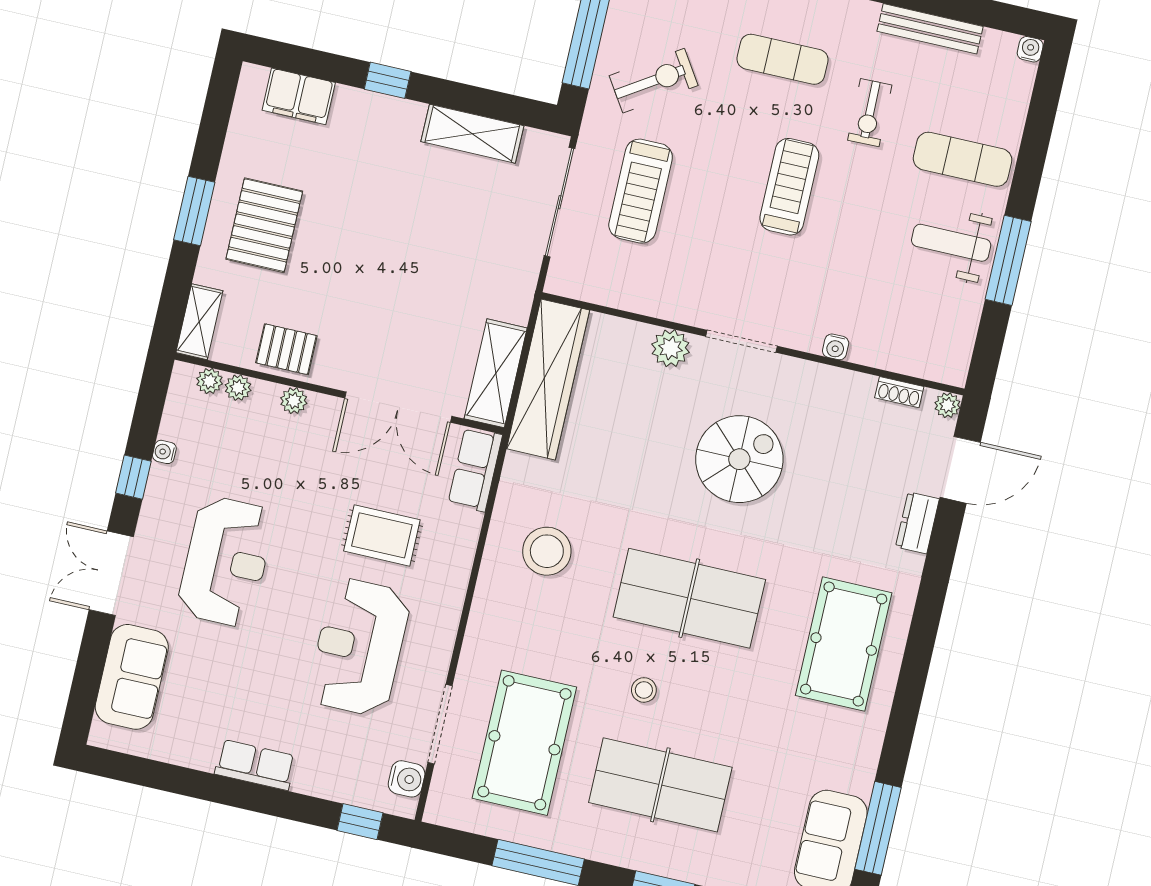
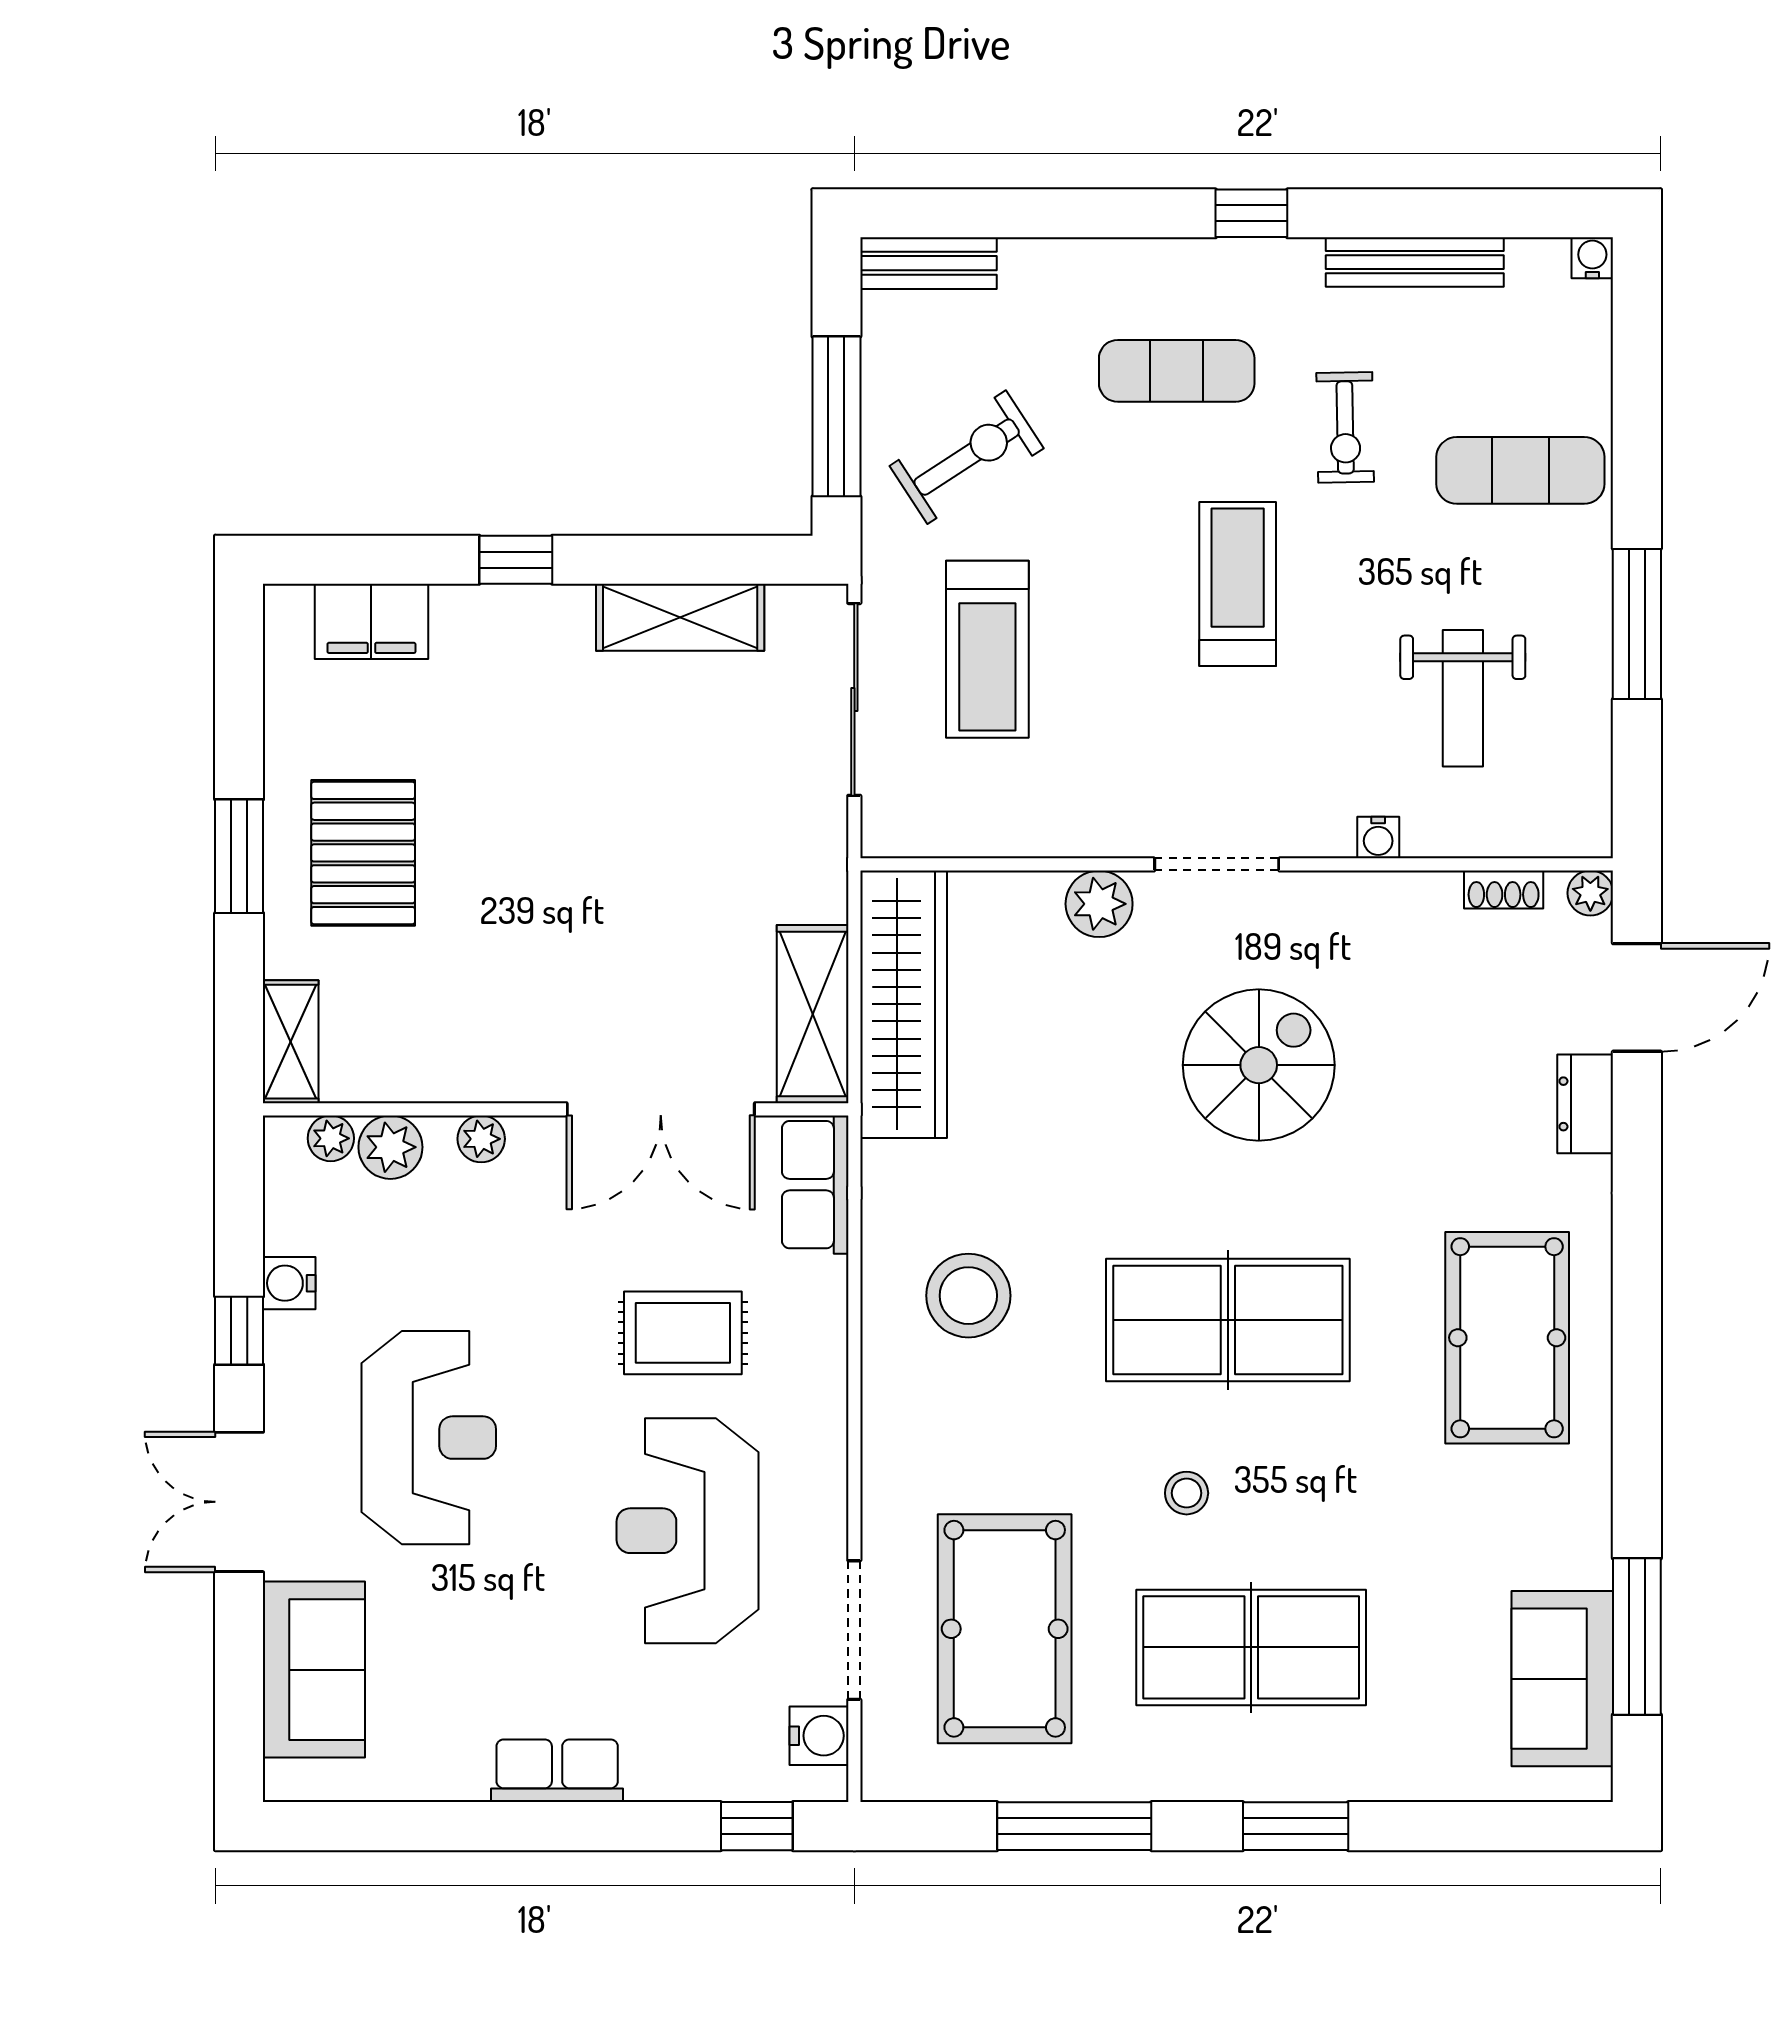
weight bench: (951, 243) -> (1463, 698), moved, turned -90
pallet: (286, 349) -> (449, 1055), removed
plant: (238, 388) -> (390, 1147), width x1.38, depth x1.38
water cooler: (164, 452) -> (289, 1283), width x1.38, depth x1.38

